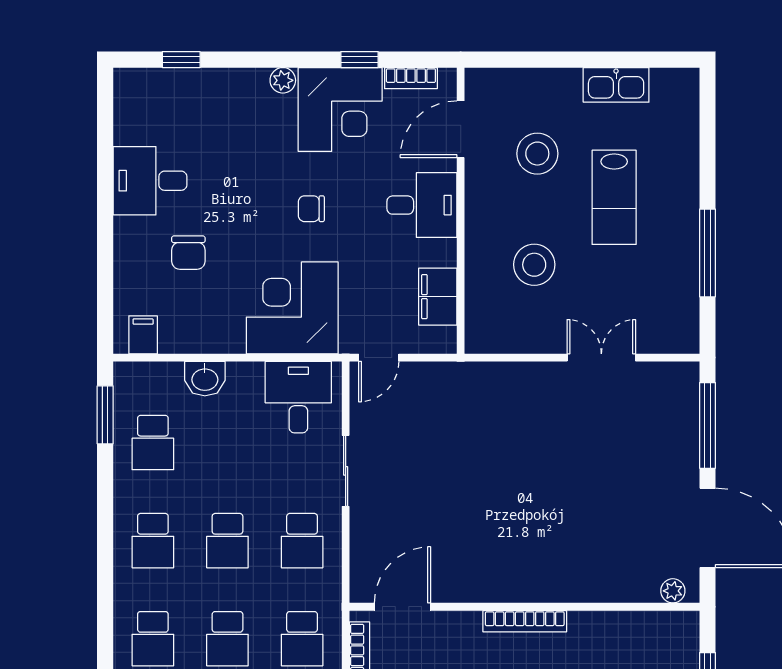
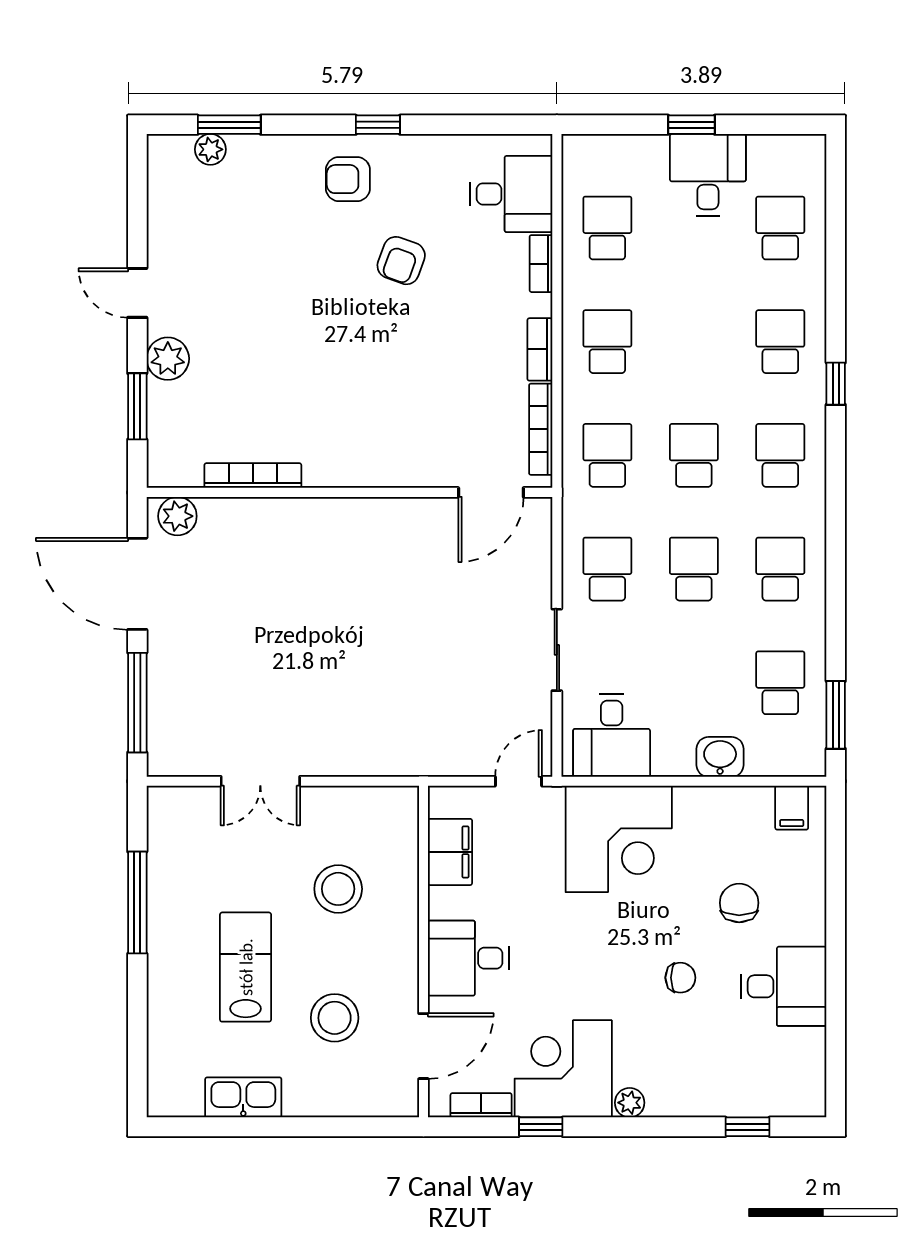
chair: (311, 209) -> (680, 978), moved
plant: (673, 591) -> (177, 516), width x1.38, depth x1.38
bookcase: (525, 621) -> (253, 476), moved

